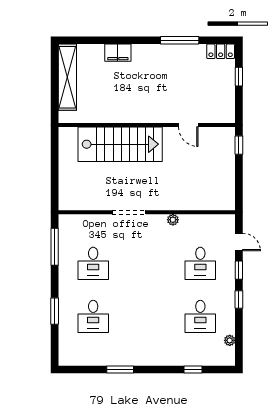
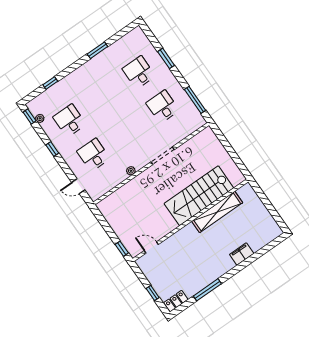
shelving: (67, 77) -> (217, 212), moved, turned 90
door: (188, 125) -> (151, 247), moved
window: (239, 270) -> (30, 116), moved

